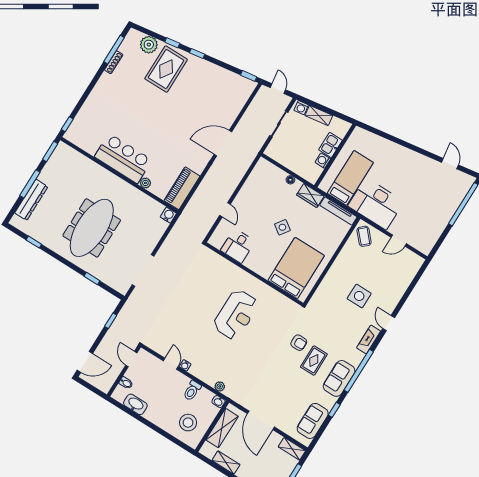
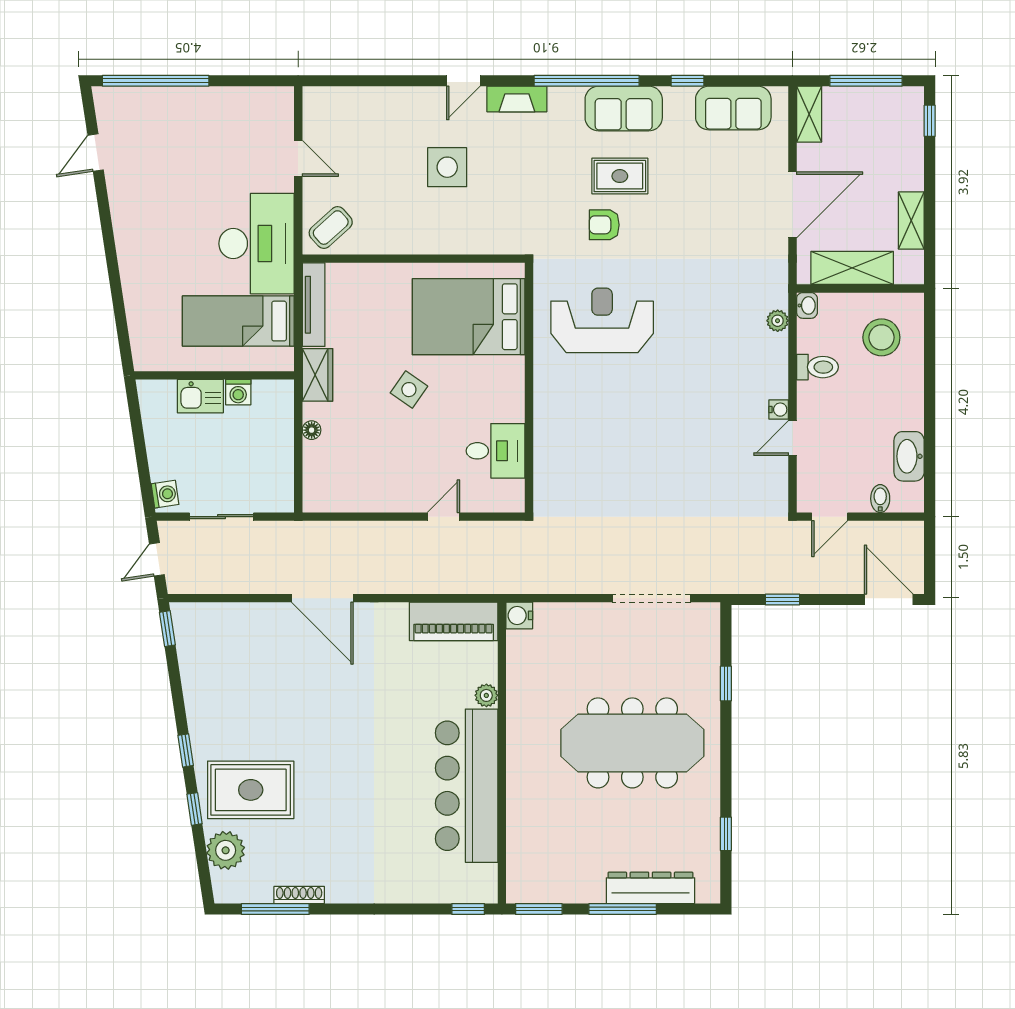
shelving: (319, 115) -> (159, 452), removed
bar counter: (123, 158) -> (467, 786), width x1.36
reception desk: (236, 315) -> (602, 320), moved
armchair: (299, 343) -> (604, 225), turned -90

